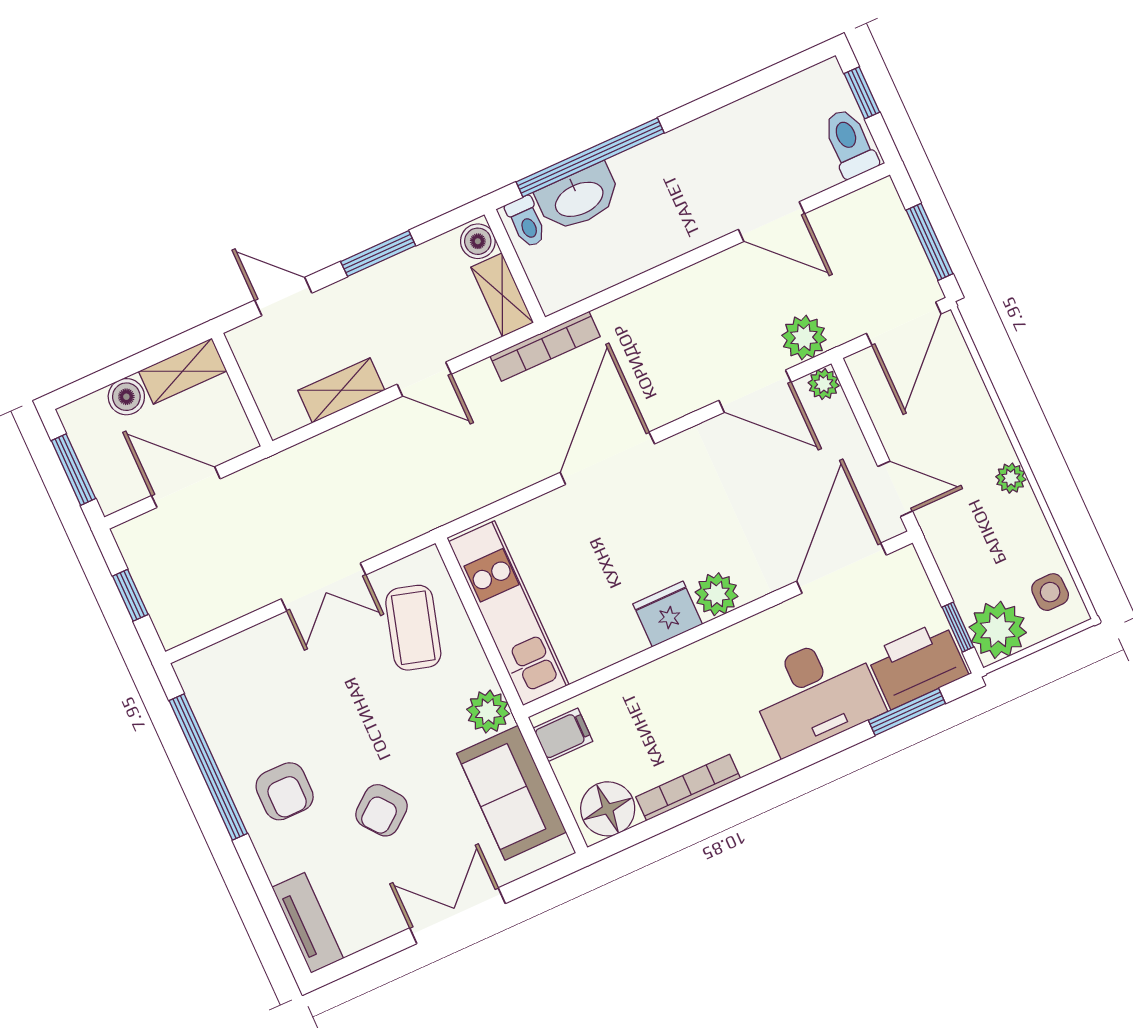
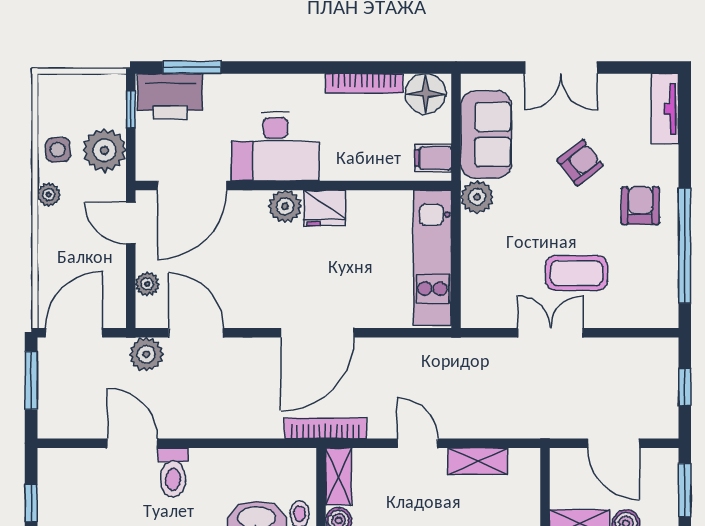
toilet: (850, 143) -> (173, 472), moved
plant: (824, 384) -> (147, 284), moved
side table: (1050, 592) -> (58, 150), moved
coffee table: (413, 628) -> (577, 273), moved, turned 74
plant: (998, 630) -> (105, 150), moved
desk: (816, 694) -> (276, 147), moved, turned 180

